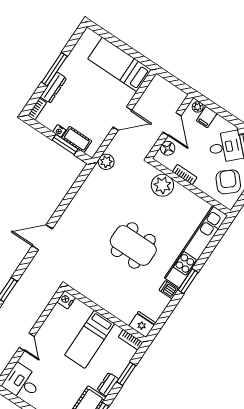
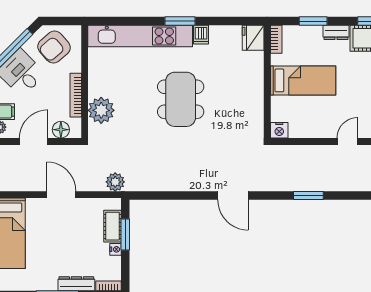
bookcase: (185, 175) -> (76, 95), width x1.56

